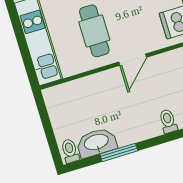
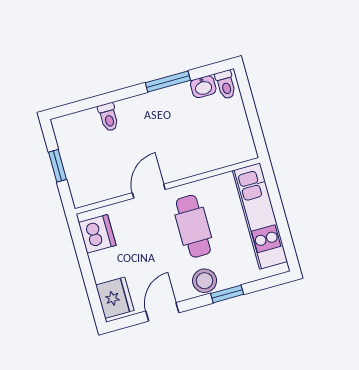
washbasin: (97, 143) -> (203, 87), width x0.52, depth x0.69

